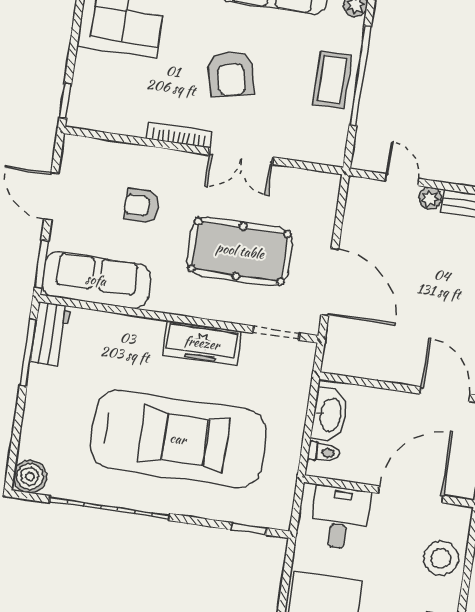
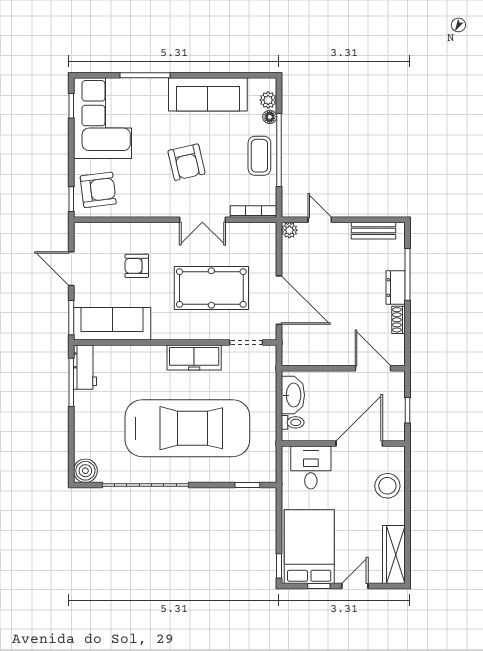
floor lamp: (354, 29) -> (270, 117), added
armchair: (104, 94) -> (98, 190), added
bookcase: (179, 135) -> (253, 211), moved
plant: (430, 198) -> (289, 230), moved

